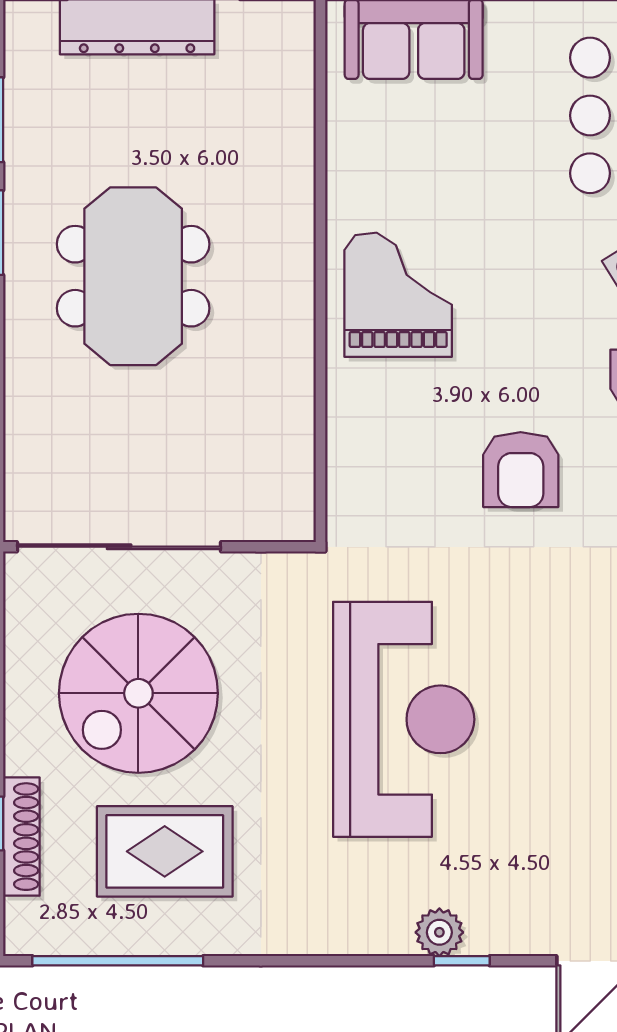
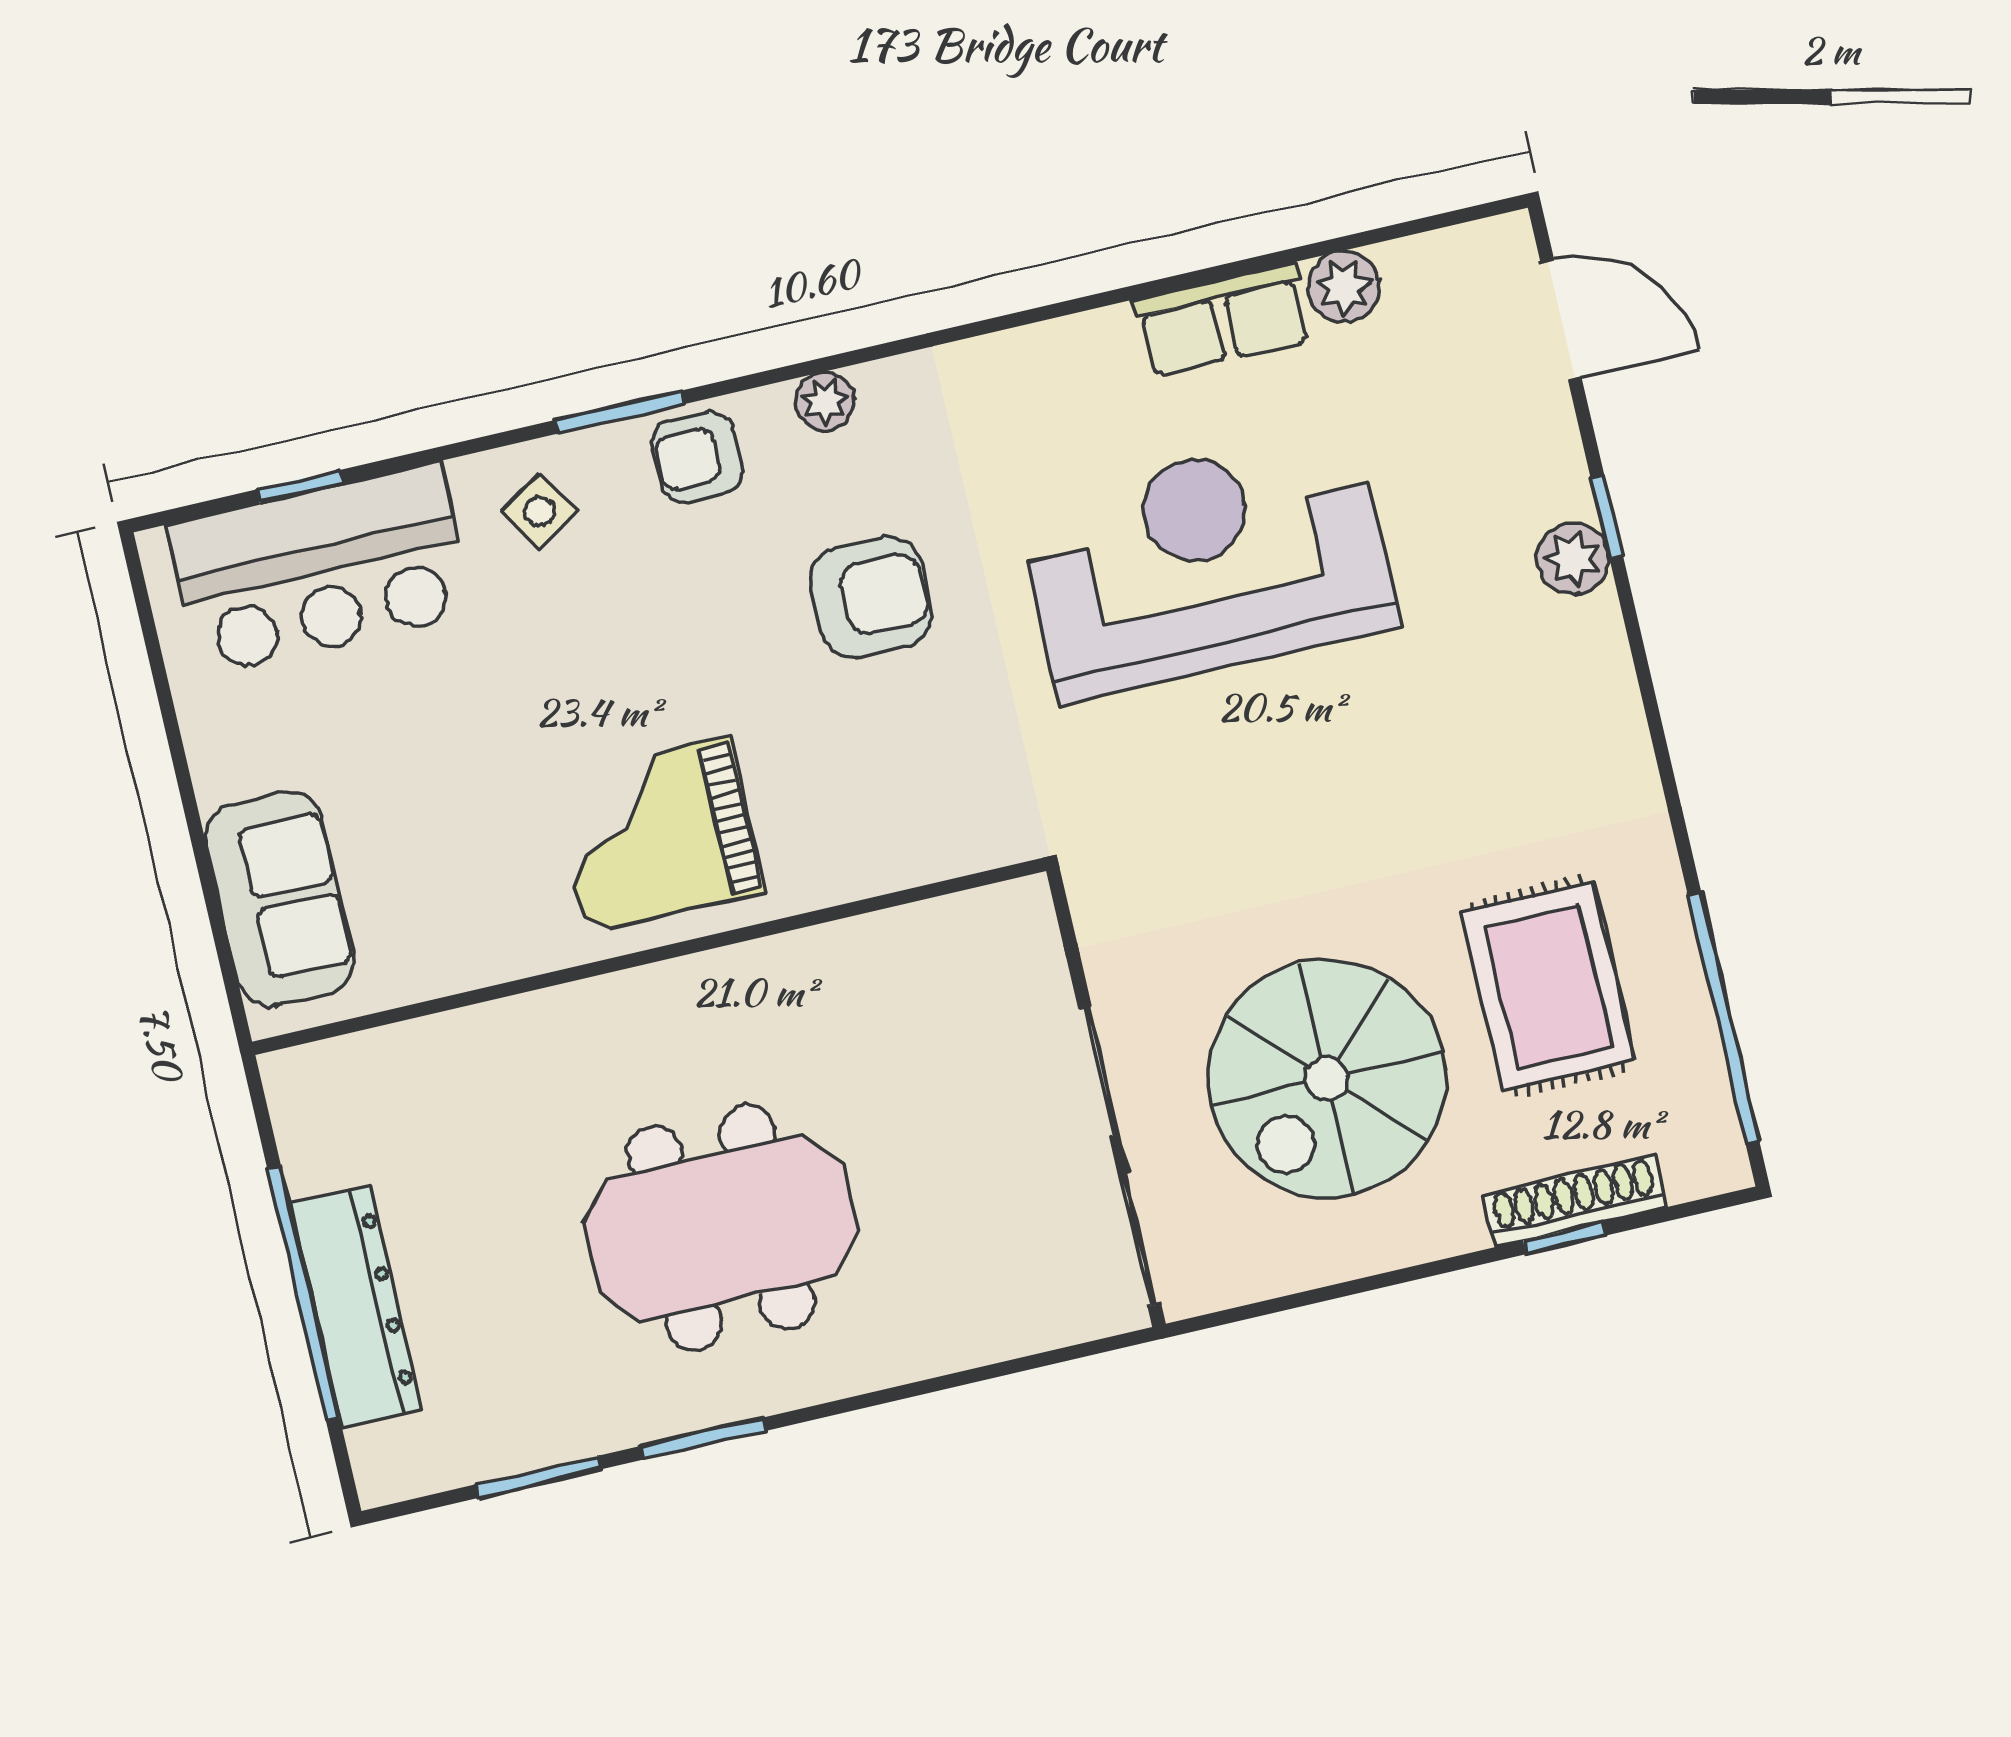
spiral stairs: (138, 693) -> (1327, 1078), turned 90
reception desk: (404, 719) -> (1207, 564), moved

